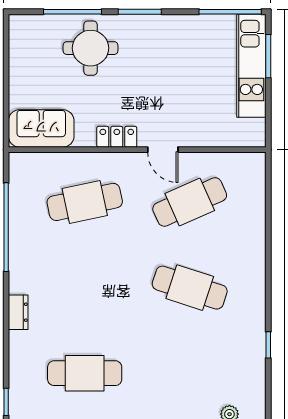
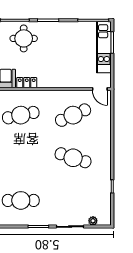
locker: (117, 137) -> (27, 83), moved
door: (163, 150) -> (100, 89), moved

